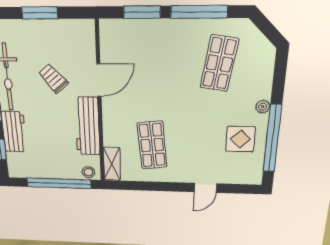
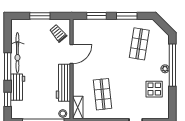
window: (199, 12) -> (127, 16), width x0.69
trolley: (53, 78) -> (58, 33), moved
window: (272, 139) -> (172, 65), moved

